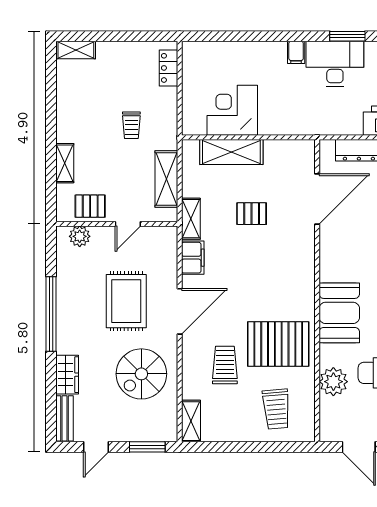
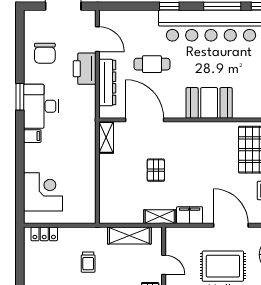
corner desk: (232, 110) -> (43, 192), moved, turned 180
trolley: (131, 125) -> (88, 262), turned 90
shelving: (231, 152) -> (106, 137), moved, width x0.67, depth x0.75
booth: (339, 313) -> (209, 103), moved

